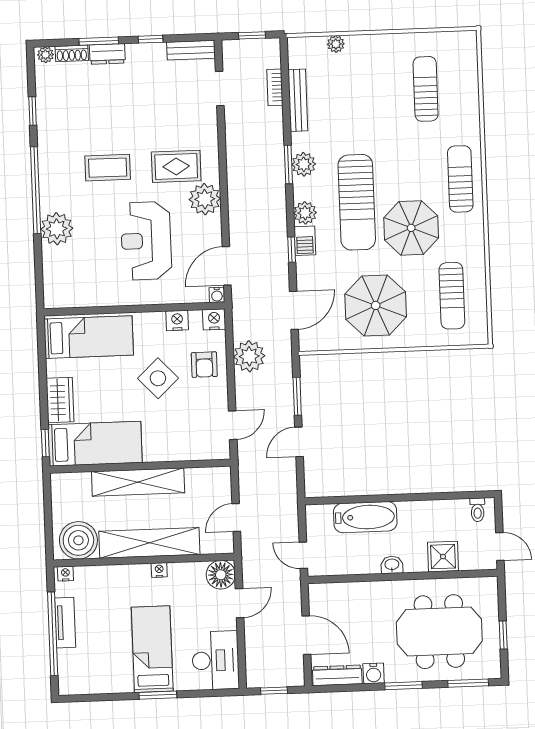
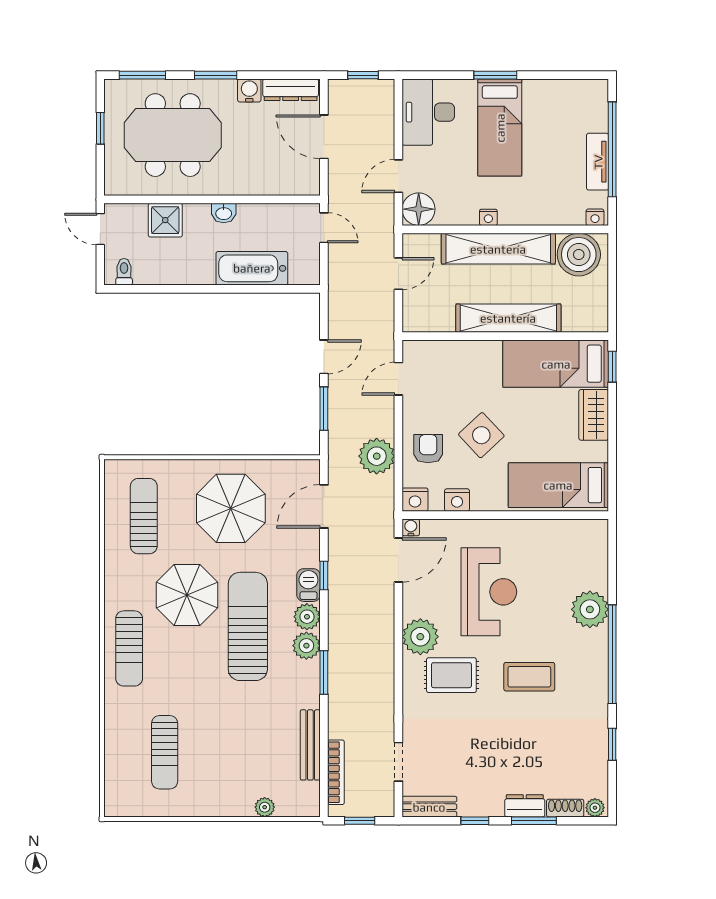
bookcase: (275, 87) -> (336, 772), width x1.56
plant: (304, 164) -> (306, 646), moved

